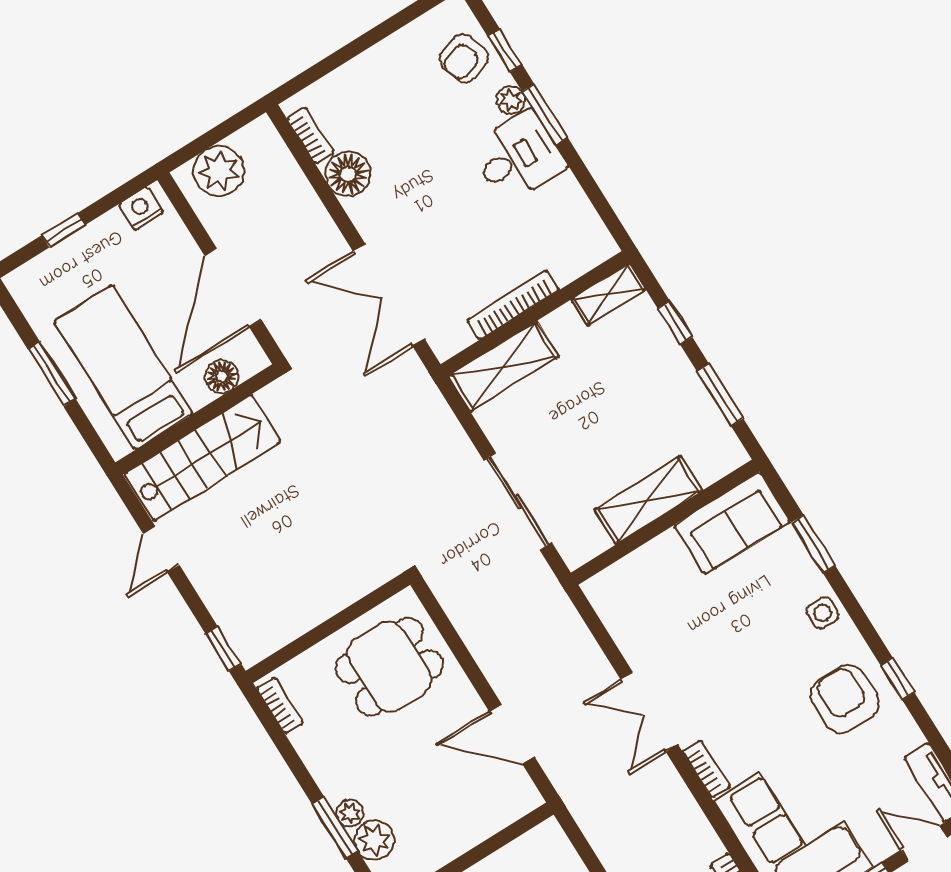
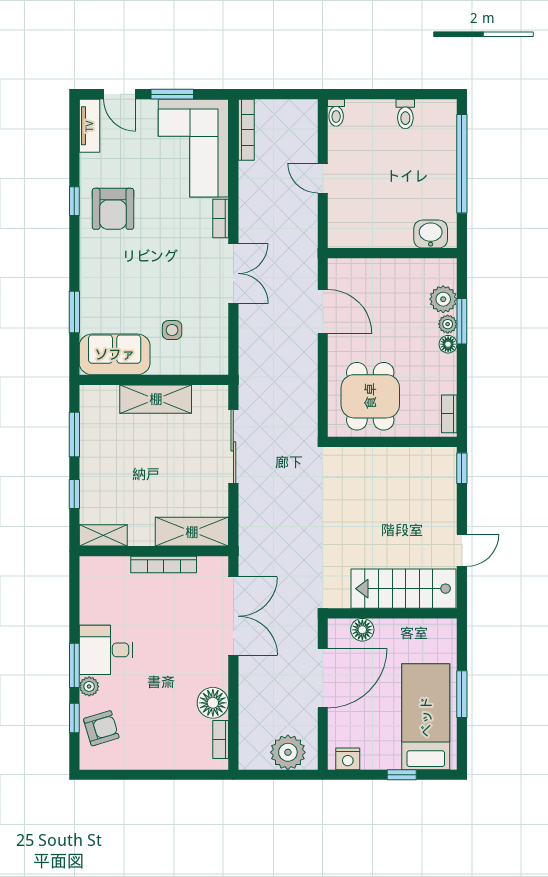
bed: (124, 367) -> (426, 717), moved, turned 180
side table: (823, 613) -> (172, 330), moved
dining table: (389, 667) -> (370, 396), turned 90
floor lamp: (334, 789) -> (448, 344), added

